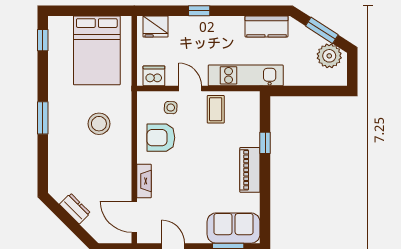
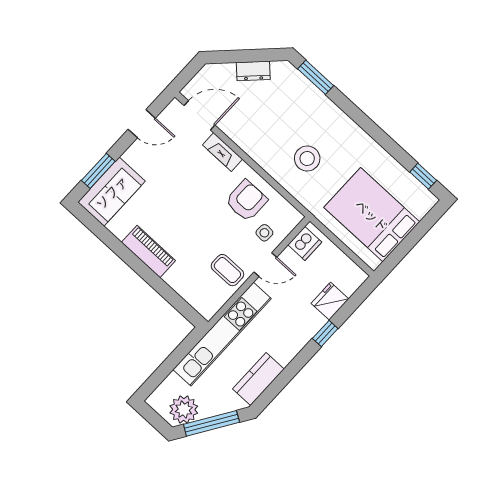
fridge: (156, 27) -> (330, 301), moved
window: (322, 30) -> (211, 423), width x1.44
kitchen unit: (246, 75) -> (222, 334), width x1.36
window: (43, 118) -> (316, 77), moved
window: (265, 143) -> (160, 286), removed

